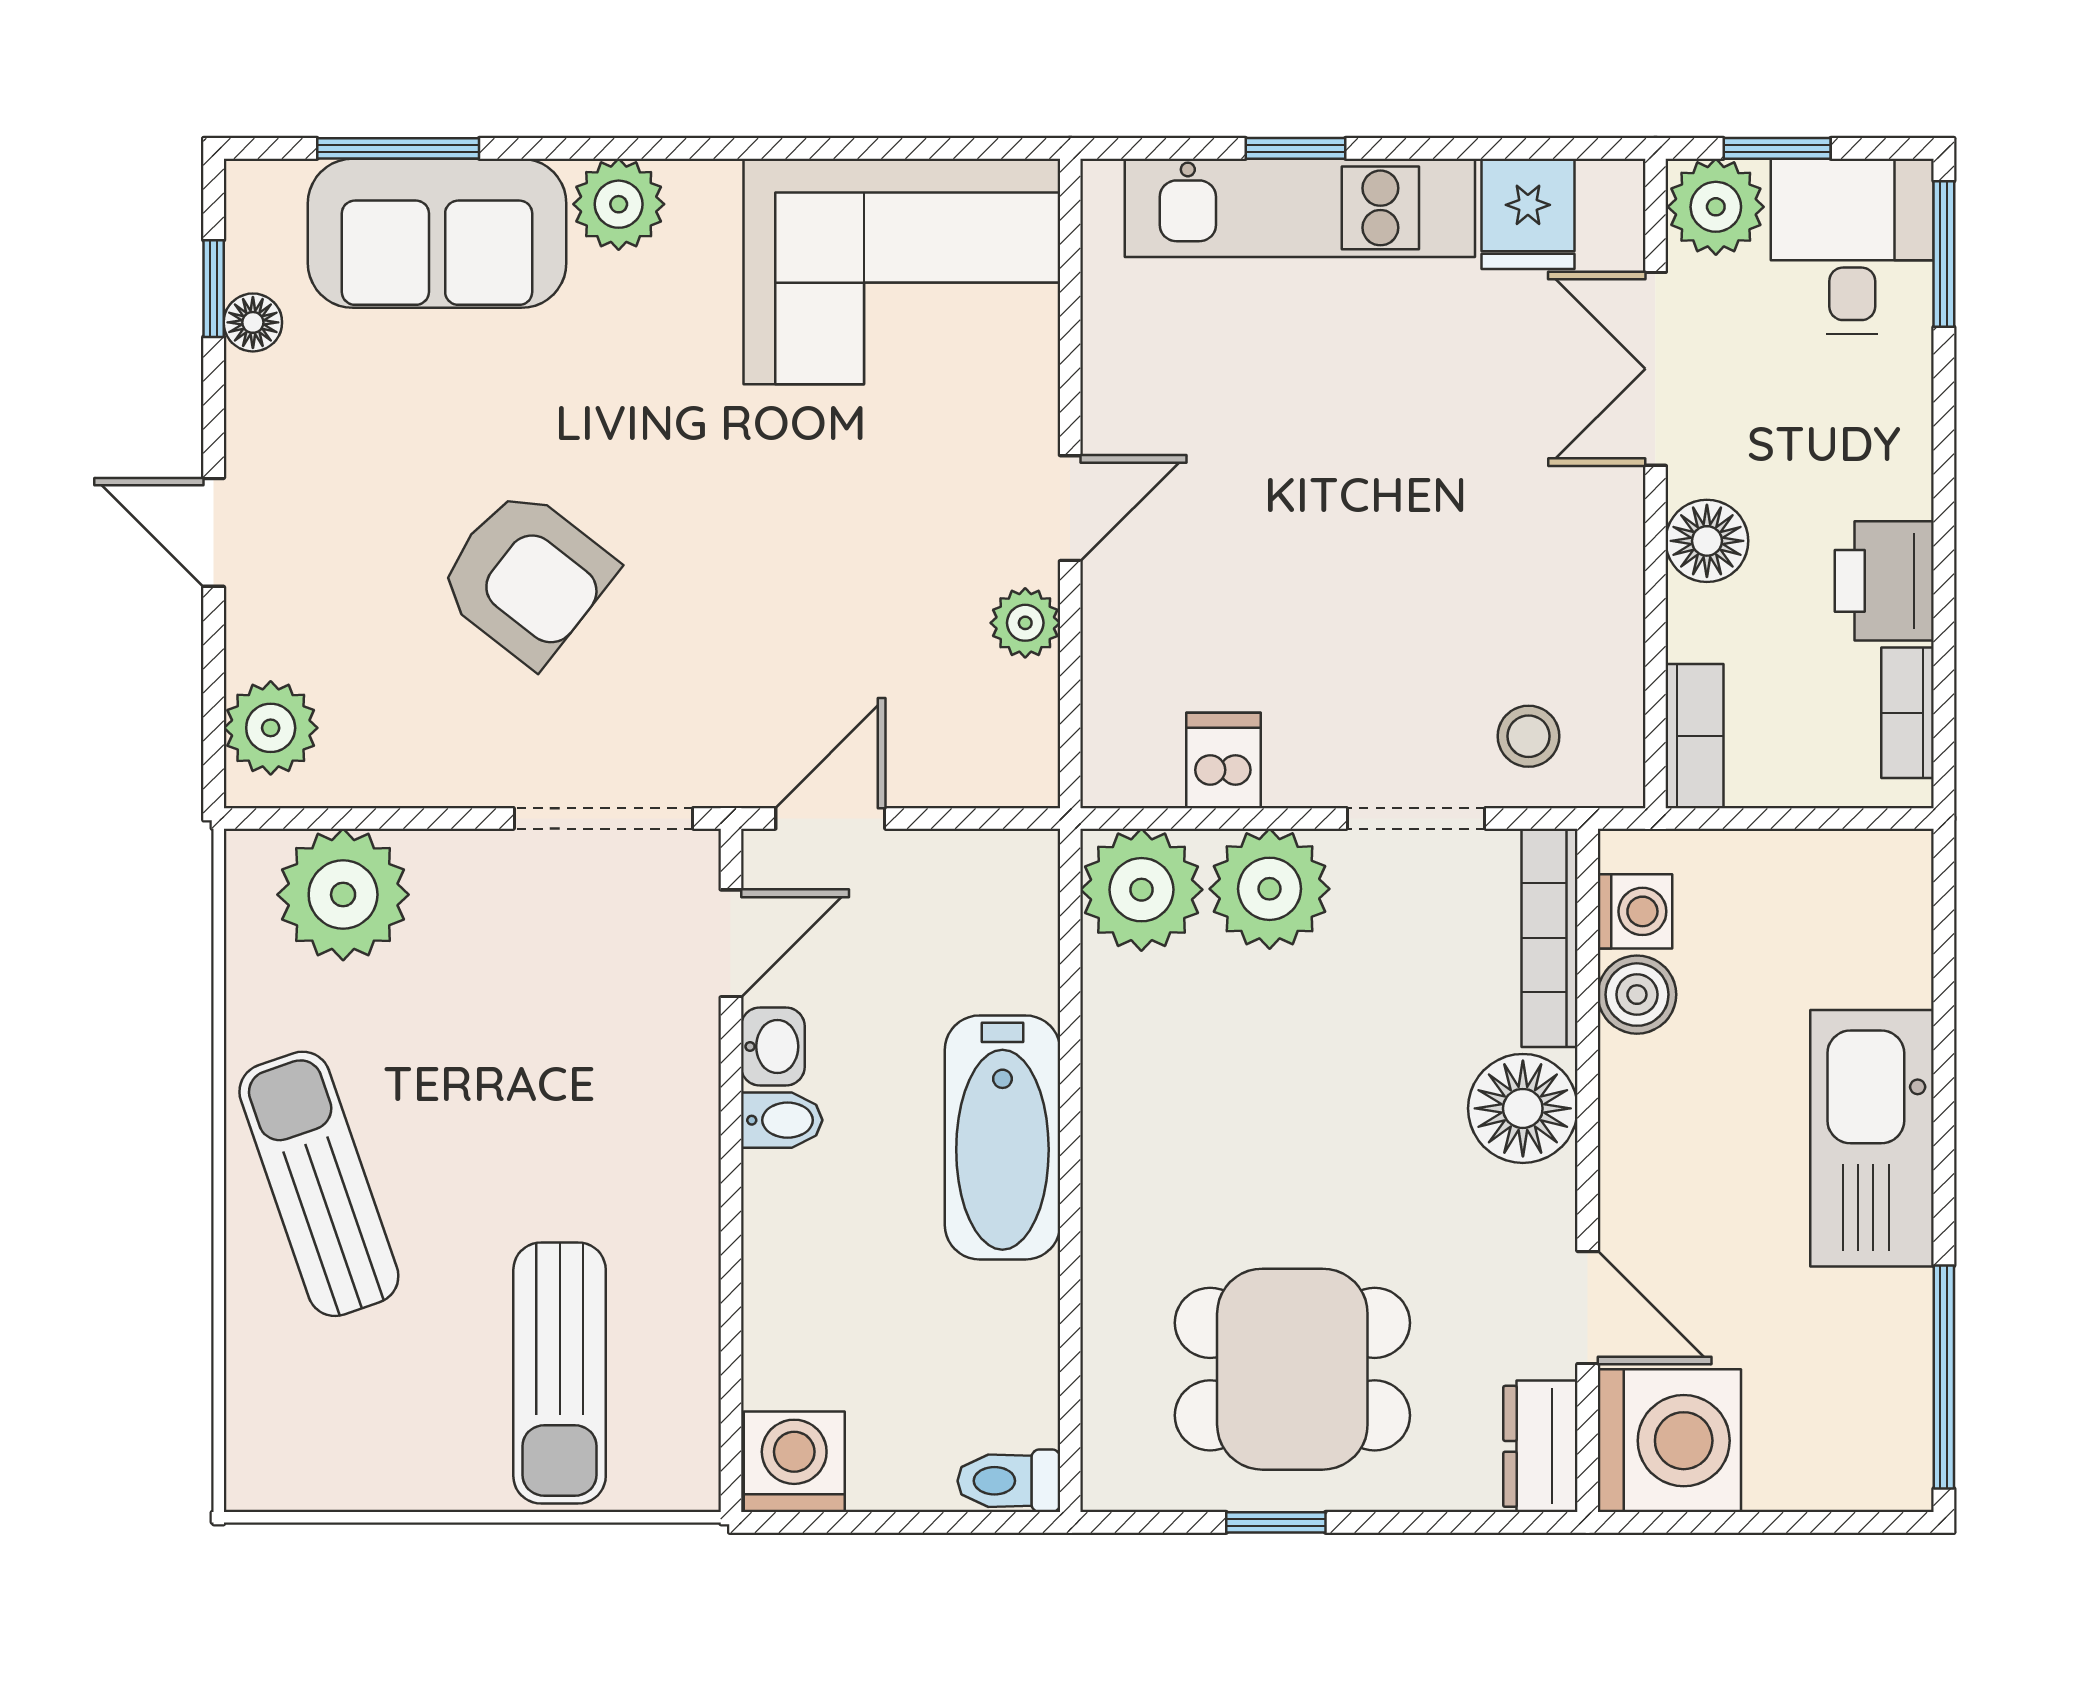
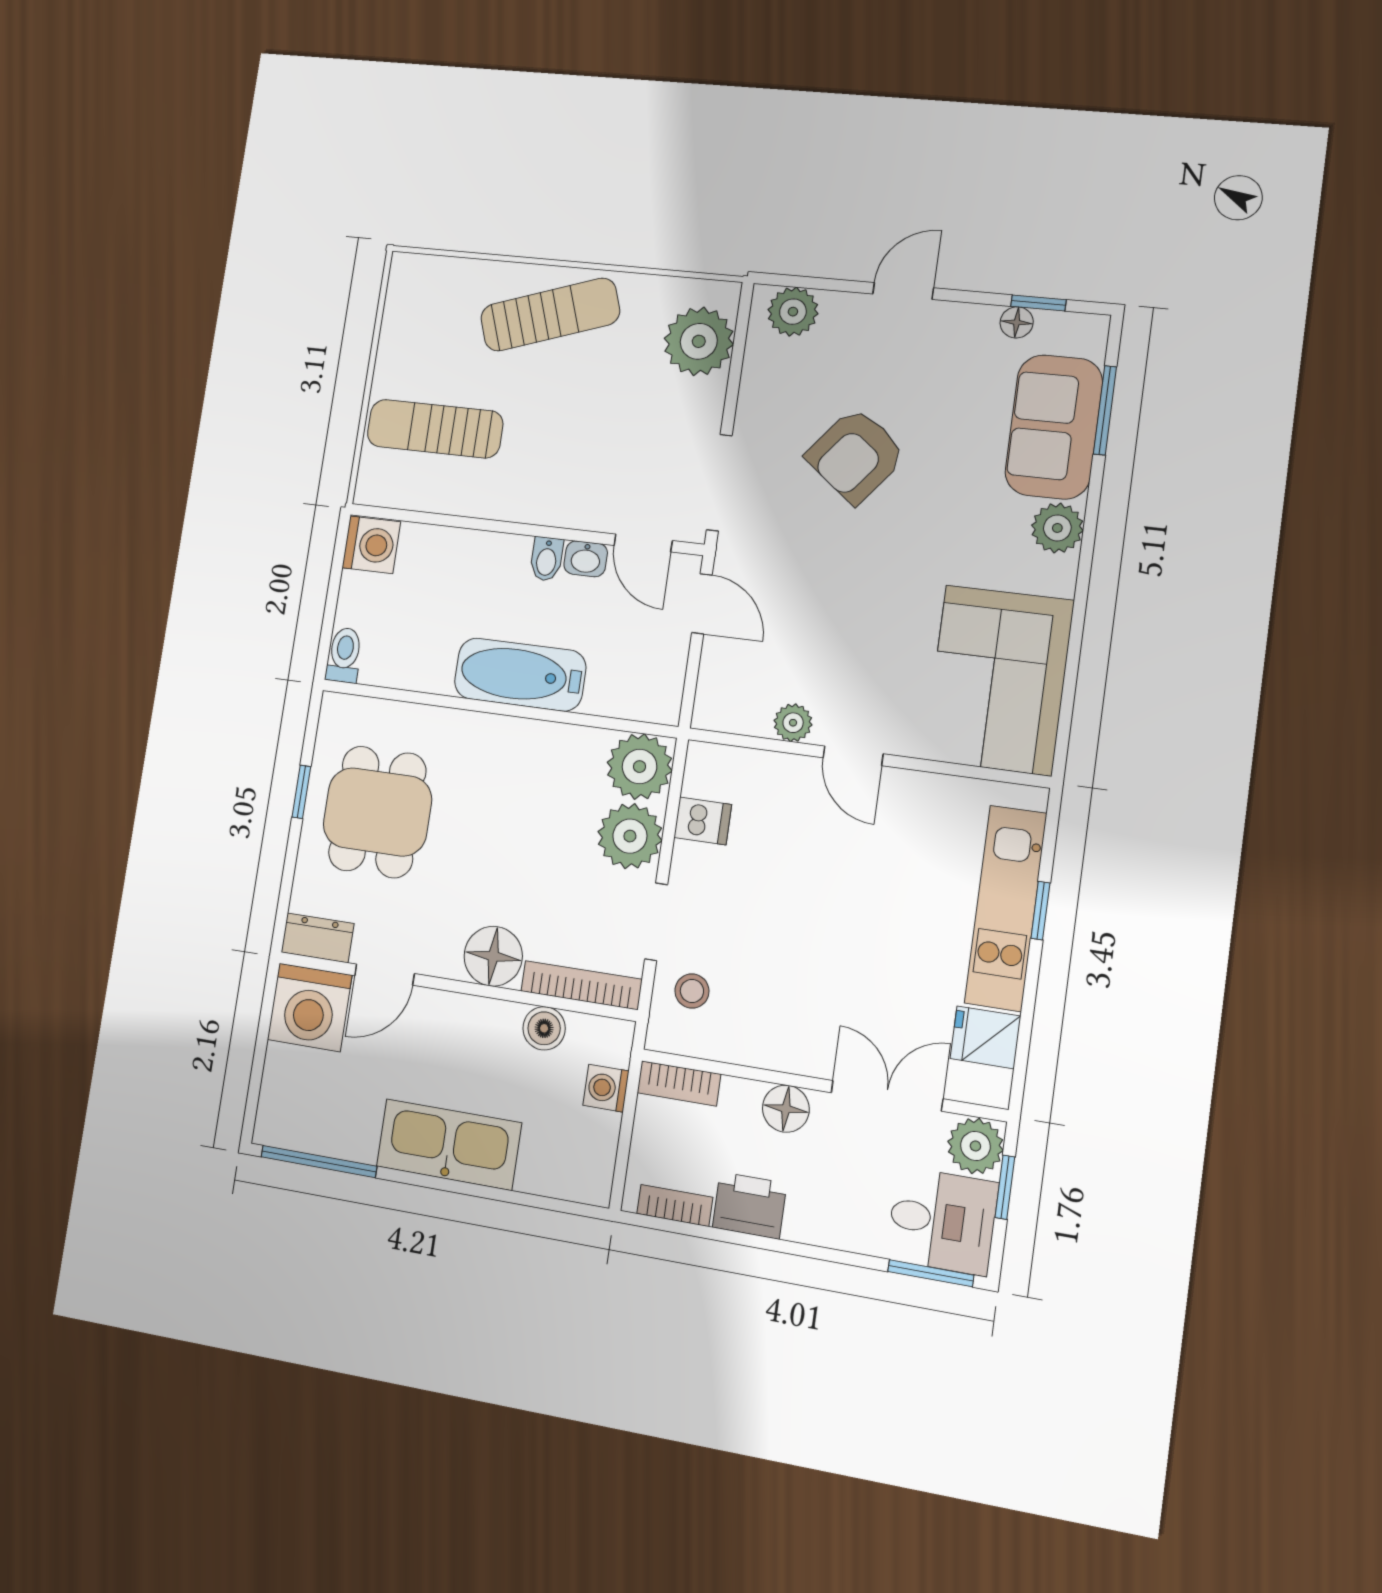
washing machine: (1635, 911) -> (606, 1088), moved, turned 90

